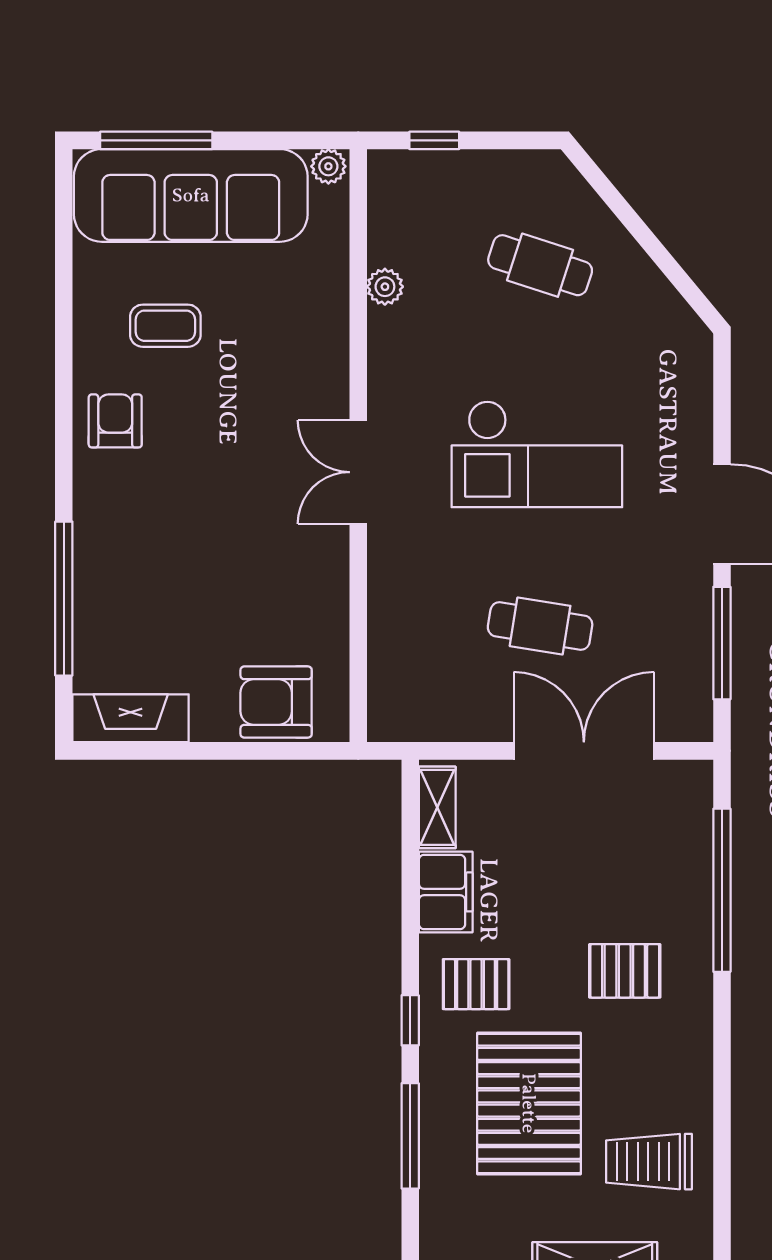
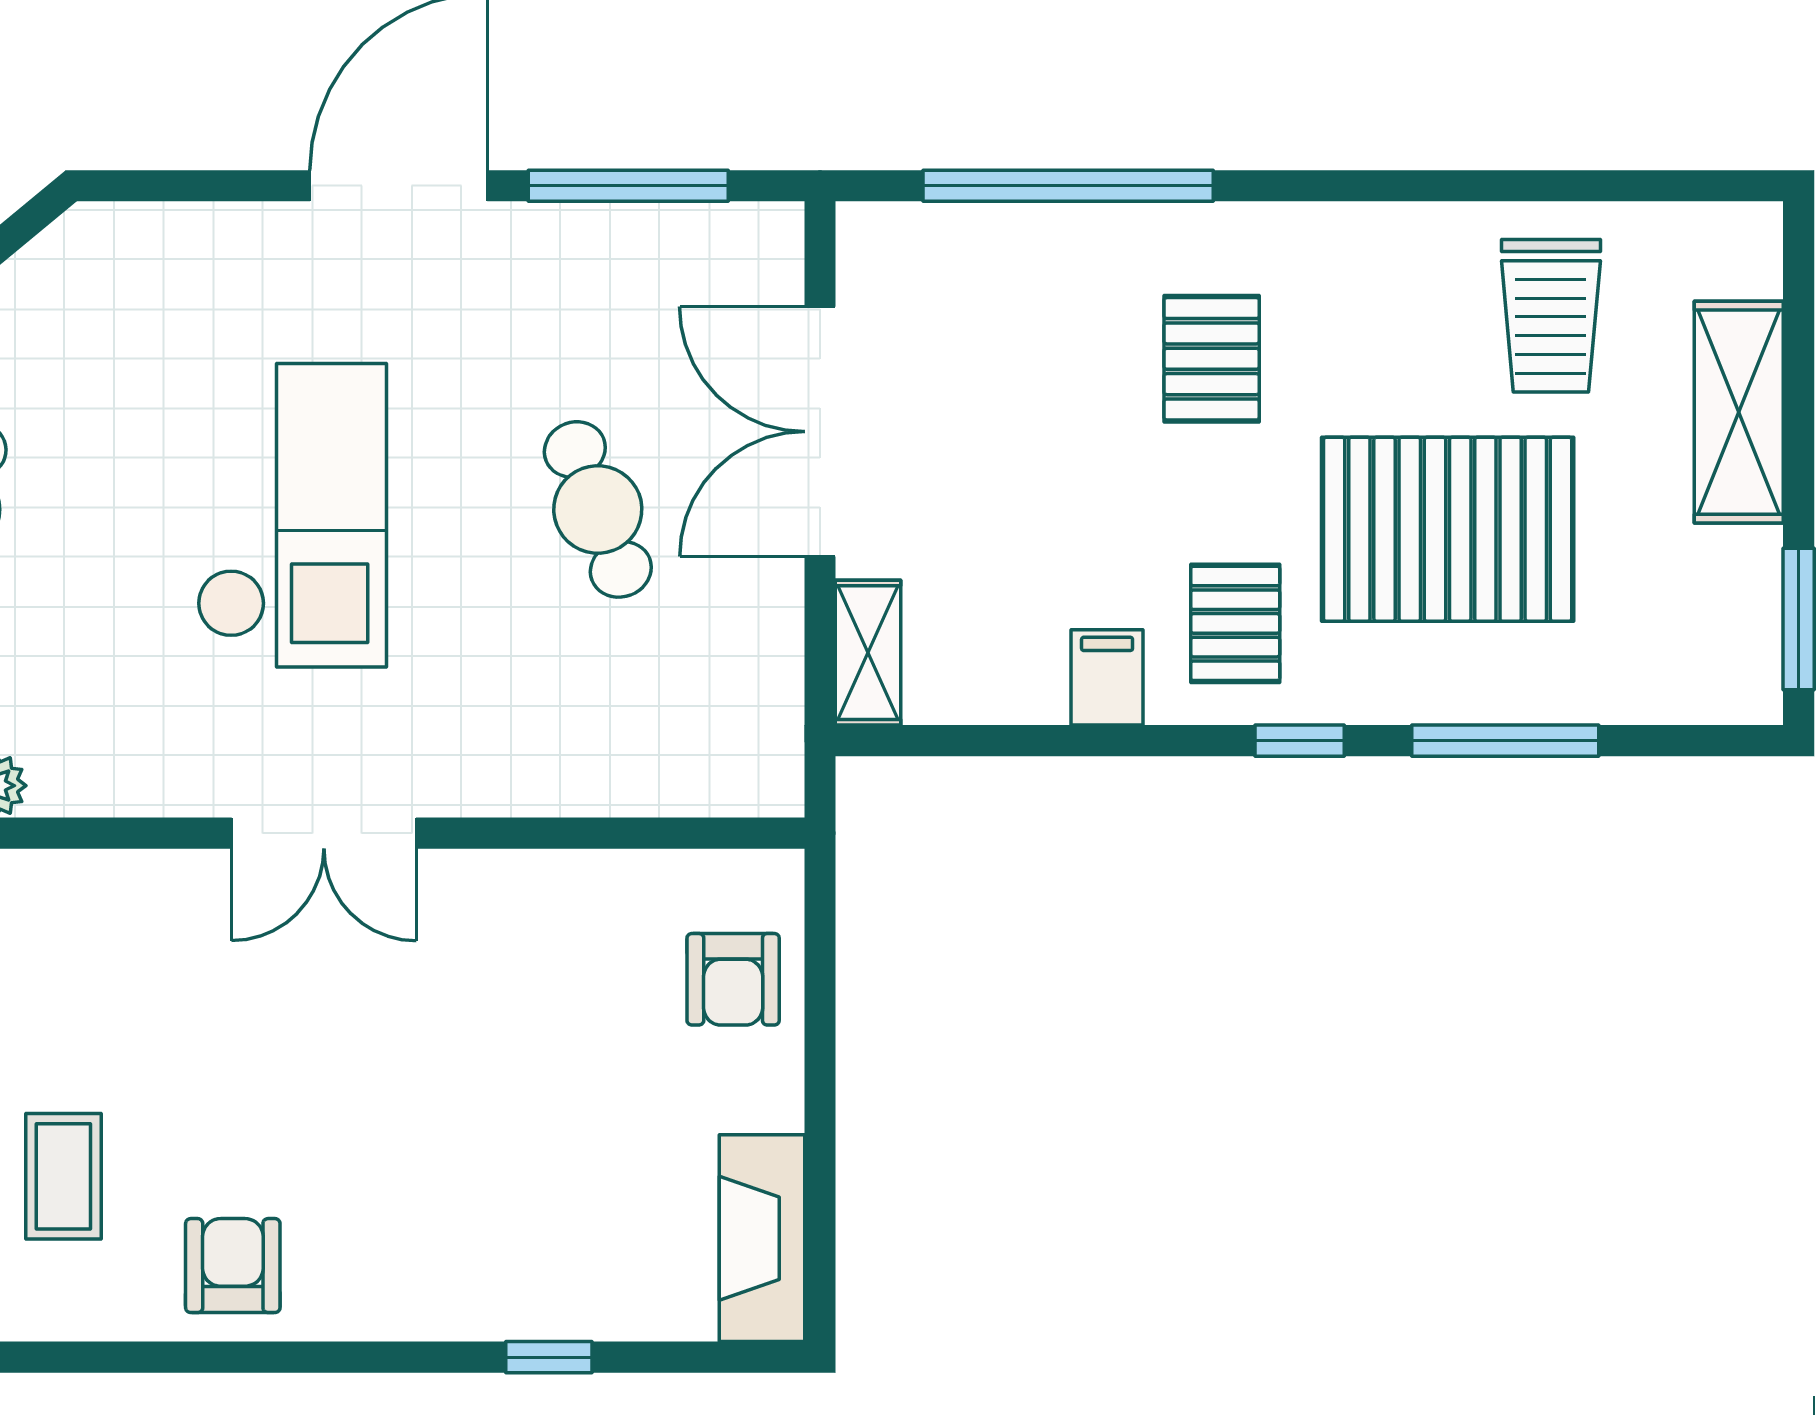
armchair: (115, 421) -> (233, 1266), turned 90
window: (64, 599) -> (549, 1357), width x0.32
cafe table: (540, 626) -> (598, 509), turned -30
armchair: (276, 702) -> (733, 979), width x0.72, depth x0.72
shelving: (437, 807) -> (868, 653), moved, turned 90
filing cabinet: (446, 892) -> (1107, 677), width x0.50

